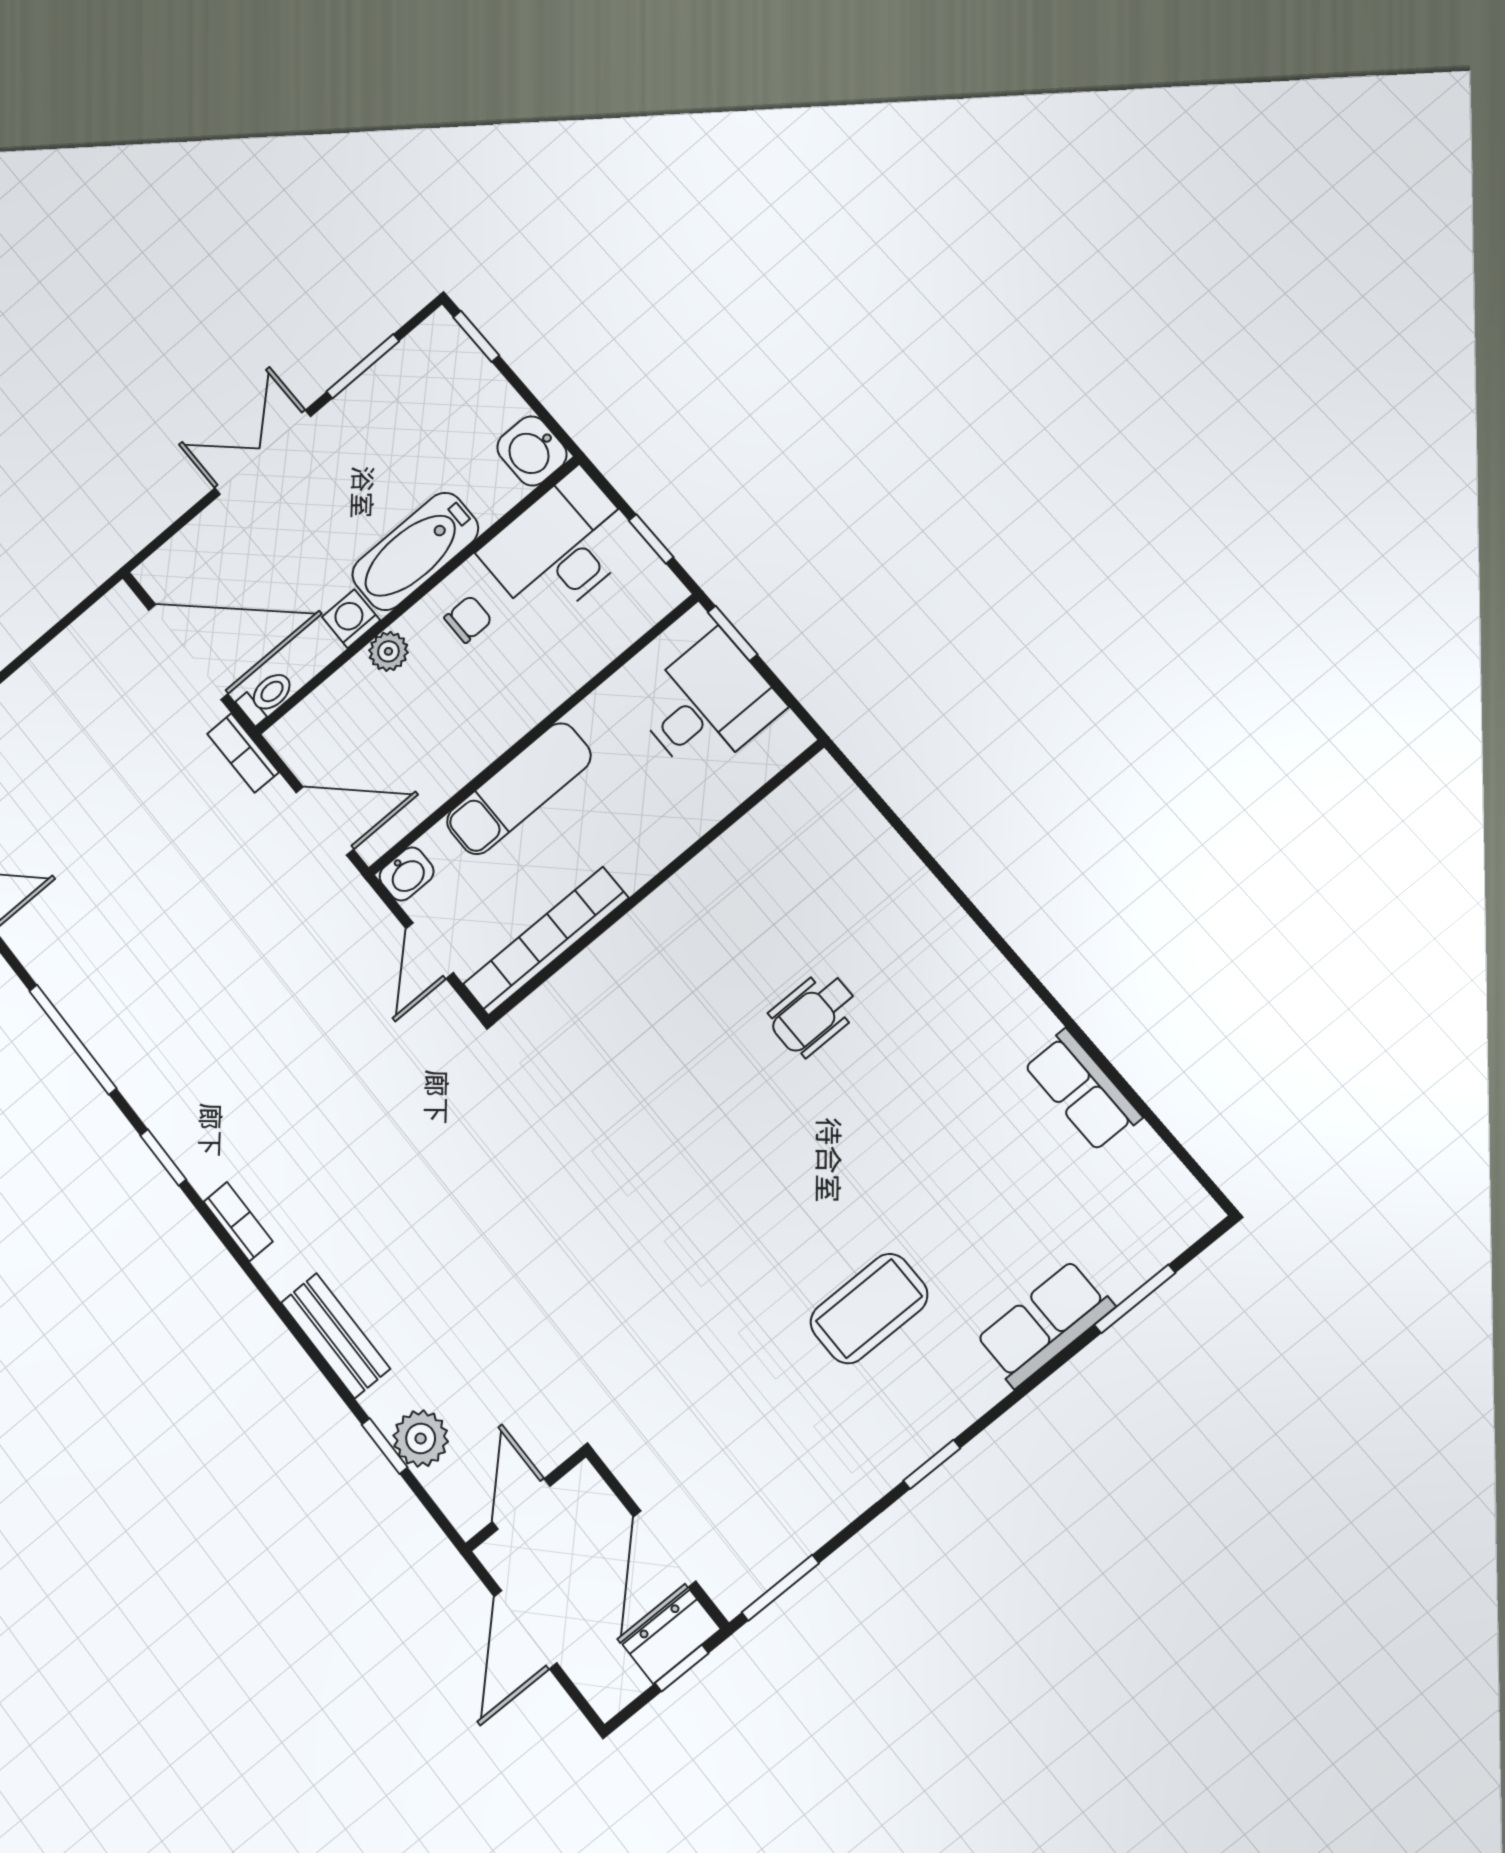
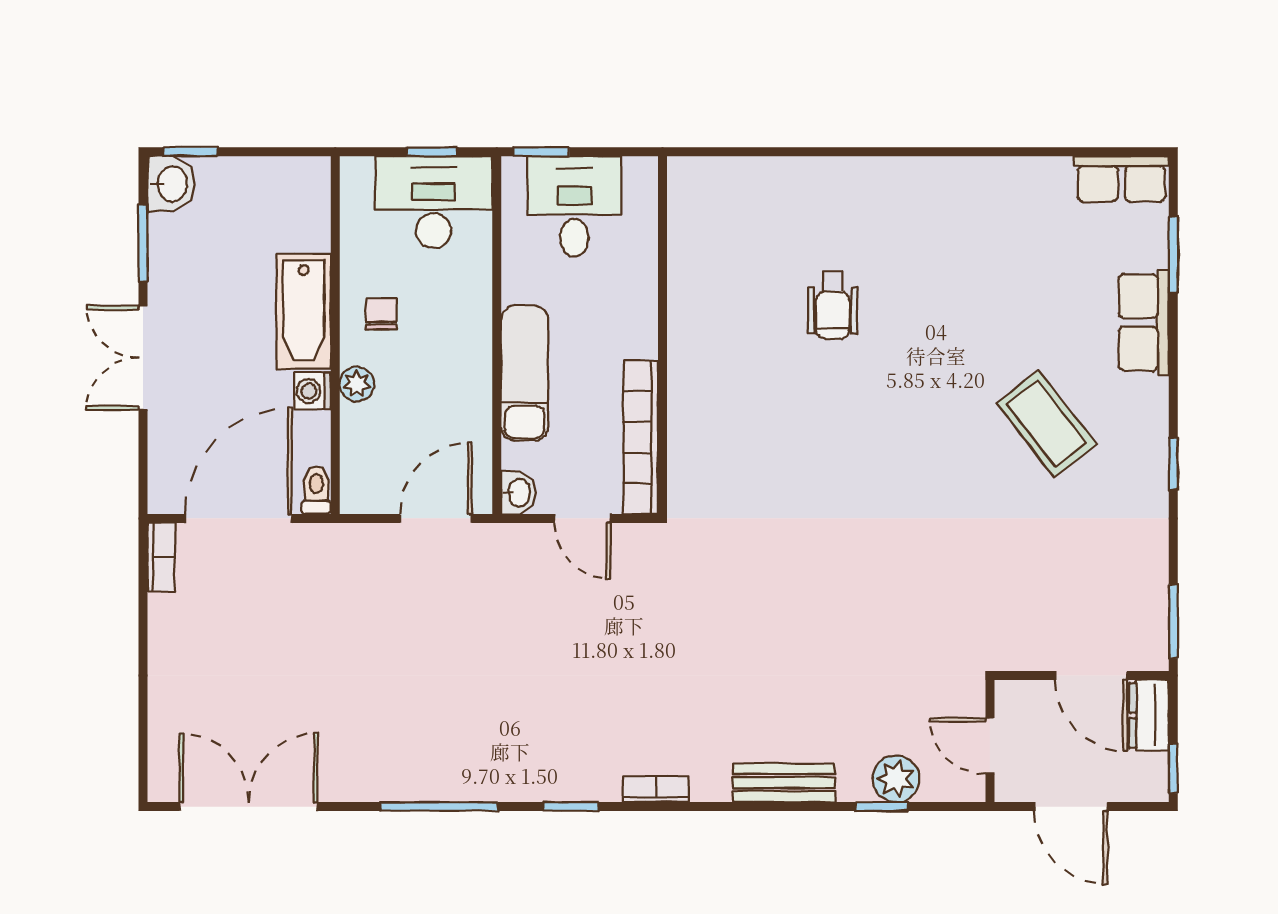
washbasin: (532, 451) -> (171, 184), moved, turned -90
desk: (560, 547) -> (434, 202), moved, turned 90
bookcase: (243, 753) -> (161, 557), moved, turned -90
row of seats: (1082, 1090) -> (1121, 179), moved
coffee table: (869, 1309) -> (1046, 424), turned -38
window: (682, 1668) -> (1173, 768), moved

